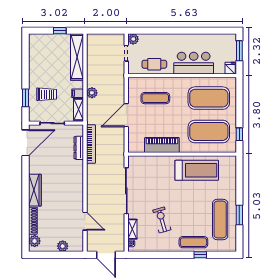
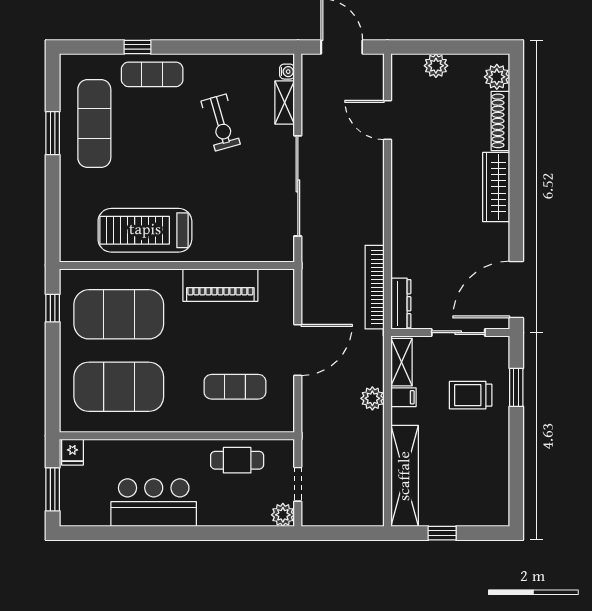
bar counter: (194, 63) -> (154, 503), moved, turned 180
dresser: (79, 148) -> (401, 304), moved

